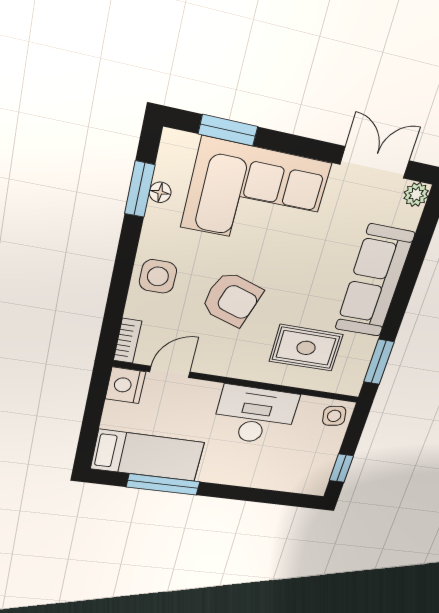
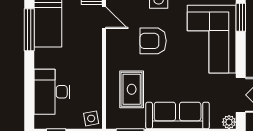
armchair: (232, 299) -> (153, 41), turned 72
desk: (255, 415) -> (52, 92), moved, turned 180

